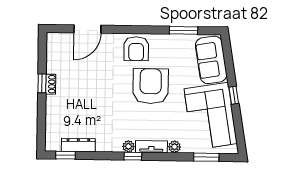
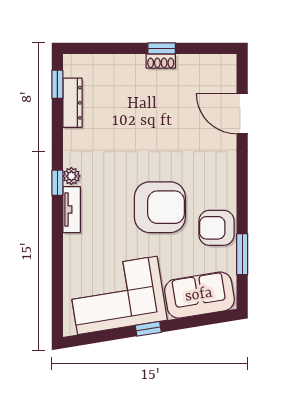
armchair: (136, 49) -> (216, 228), moved
plant: (175, 147) -> (72, 243), removed
window: (206, 157) -> (57, 290), removed

